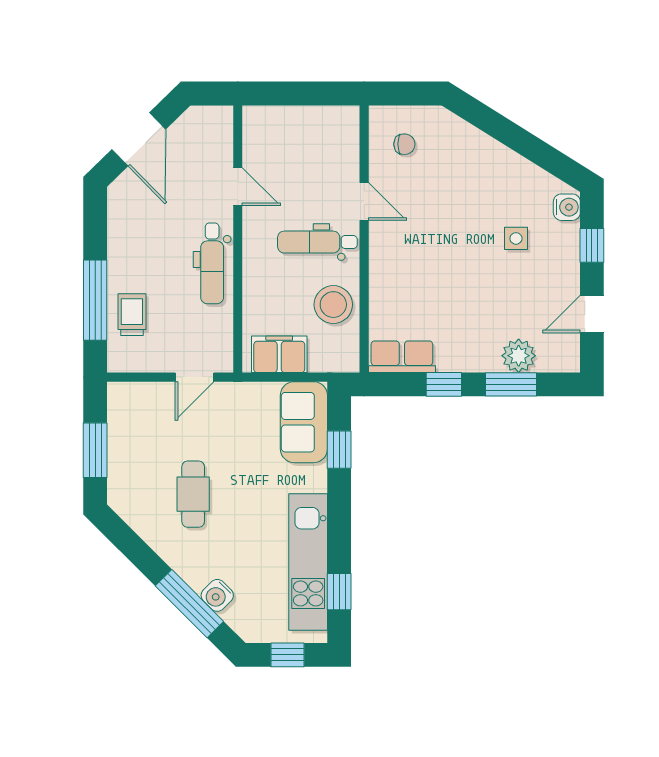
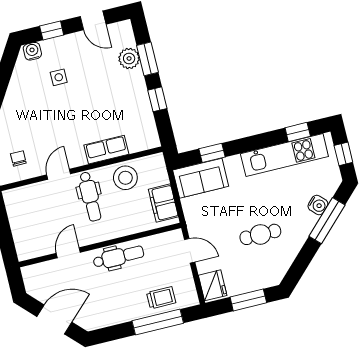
trolley: (132, 315) -> (161, 298), turned 180
row of seats: (402, 357) -> (106, 150), moved, turned 90
fridge: (132, 400) -> (213, 285), added

